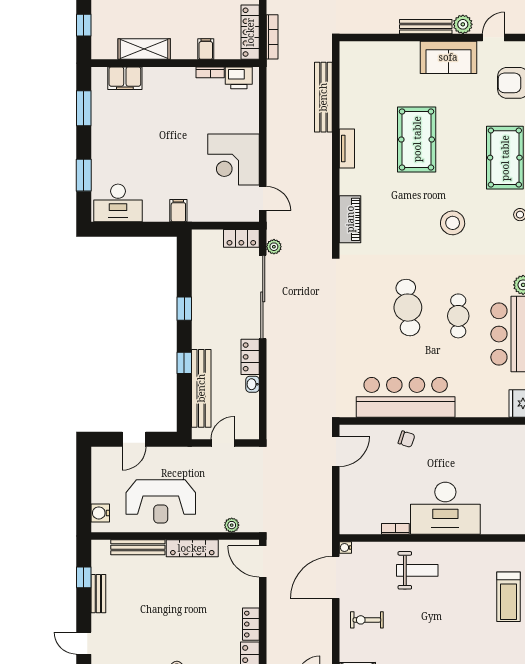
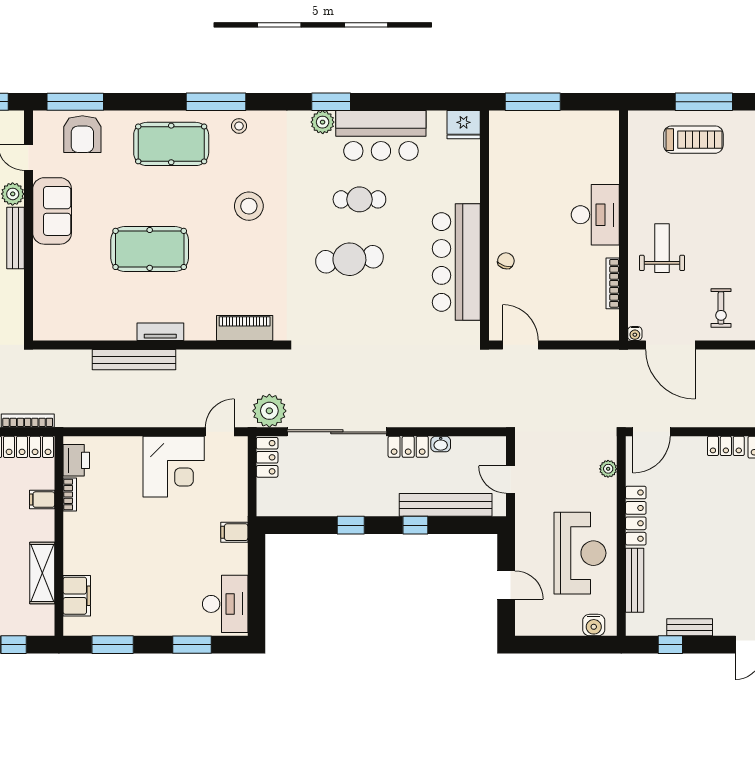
bench: (323, 97) -> (134, 360), moved
plant: (274, 247) -> (269, 411), width x1.87, depth x1.87
desk: (445, 508) -> (595, 215), width x0.73, depth x0.77
bookcase: (395, 529) -> (613, 283), width x1.56

